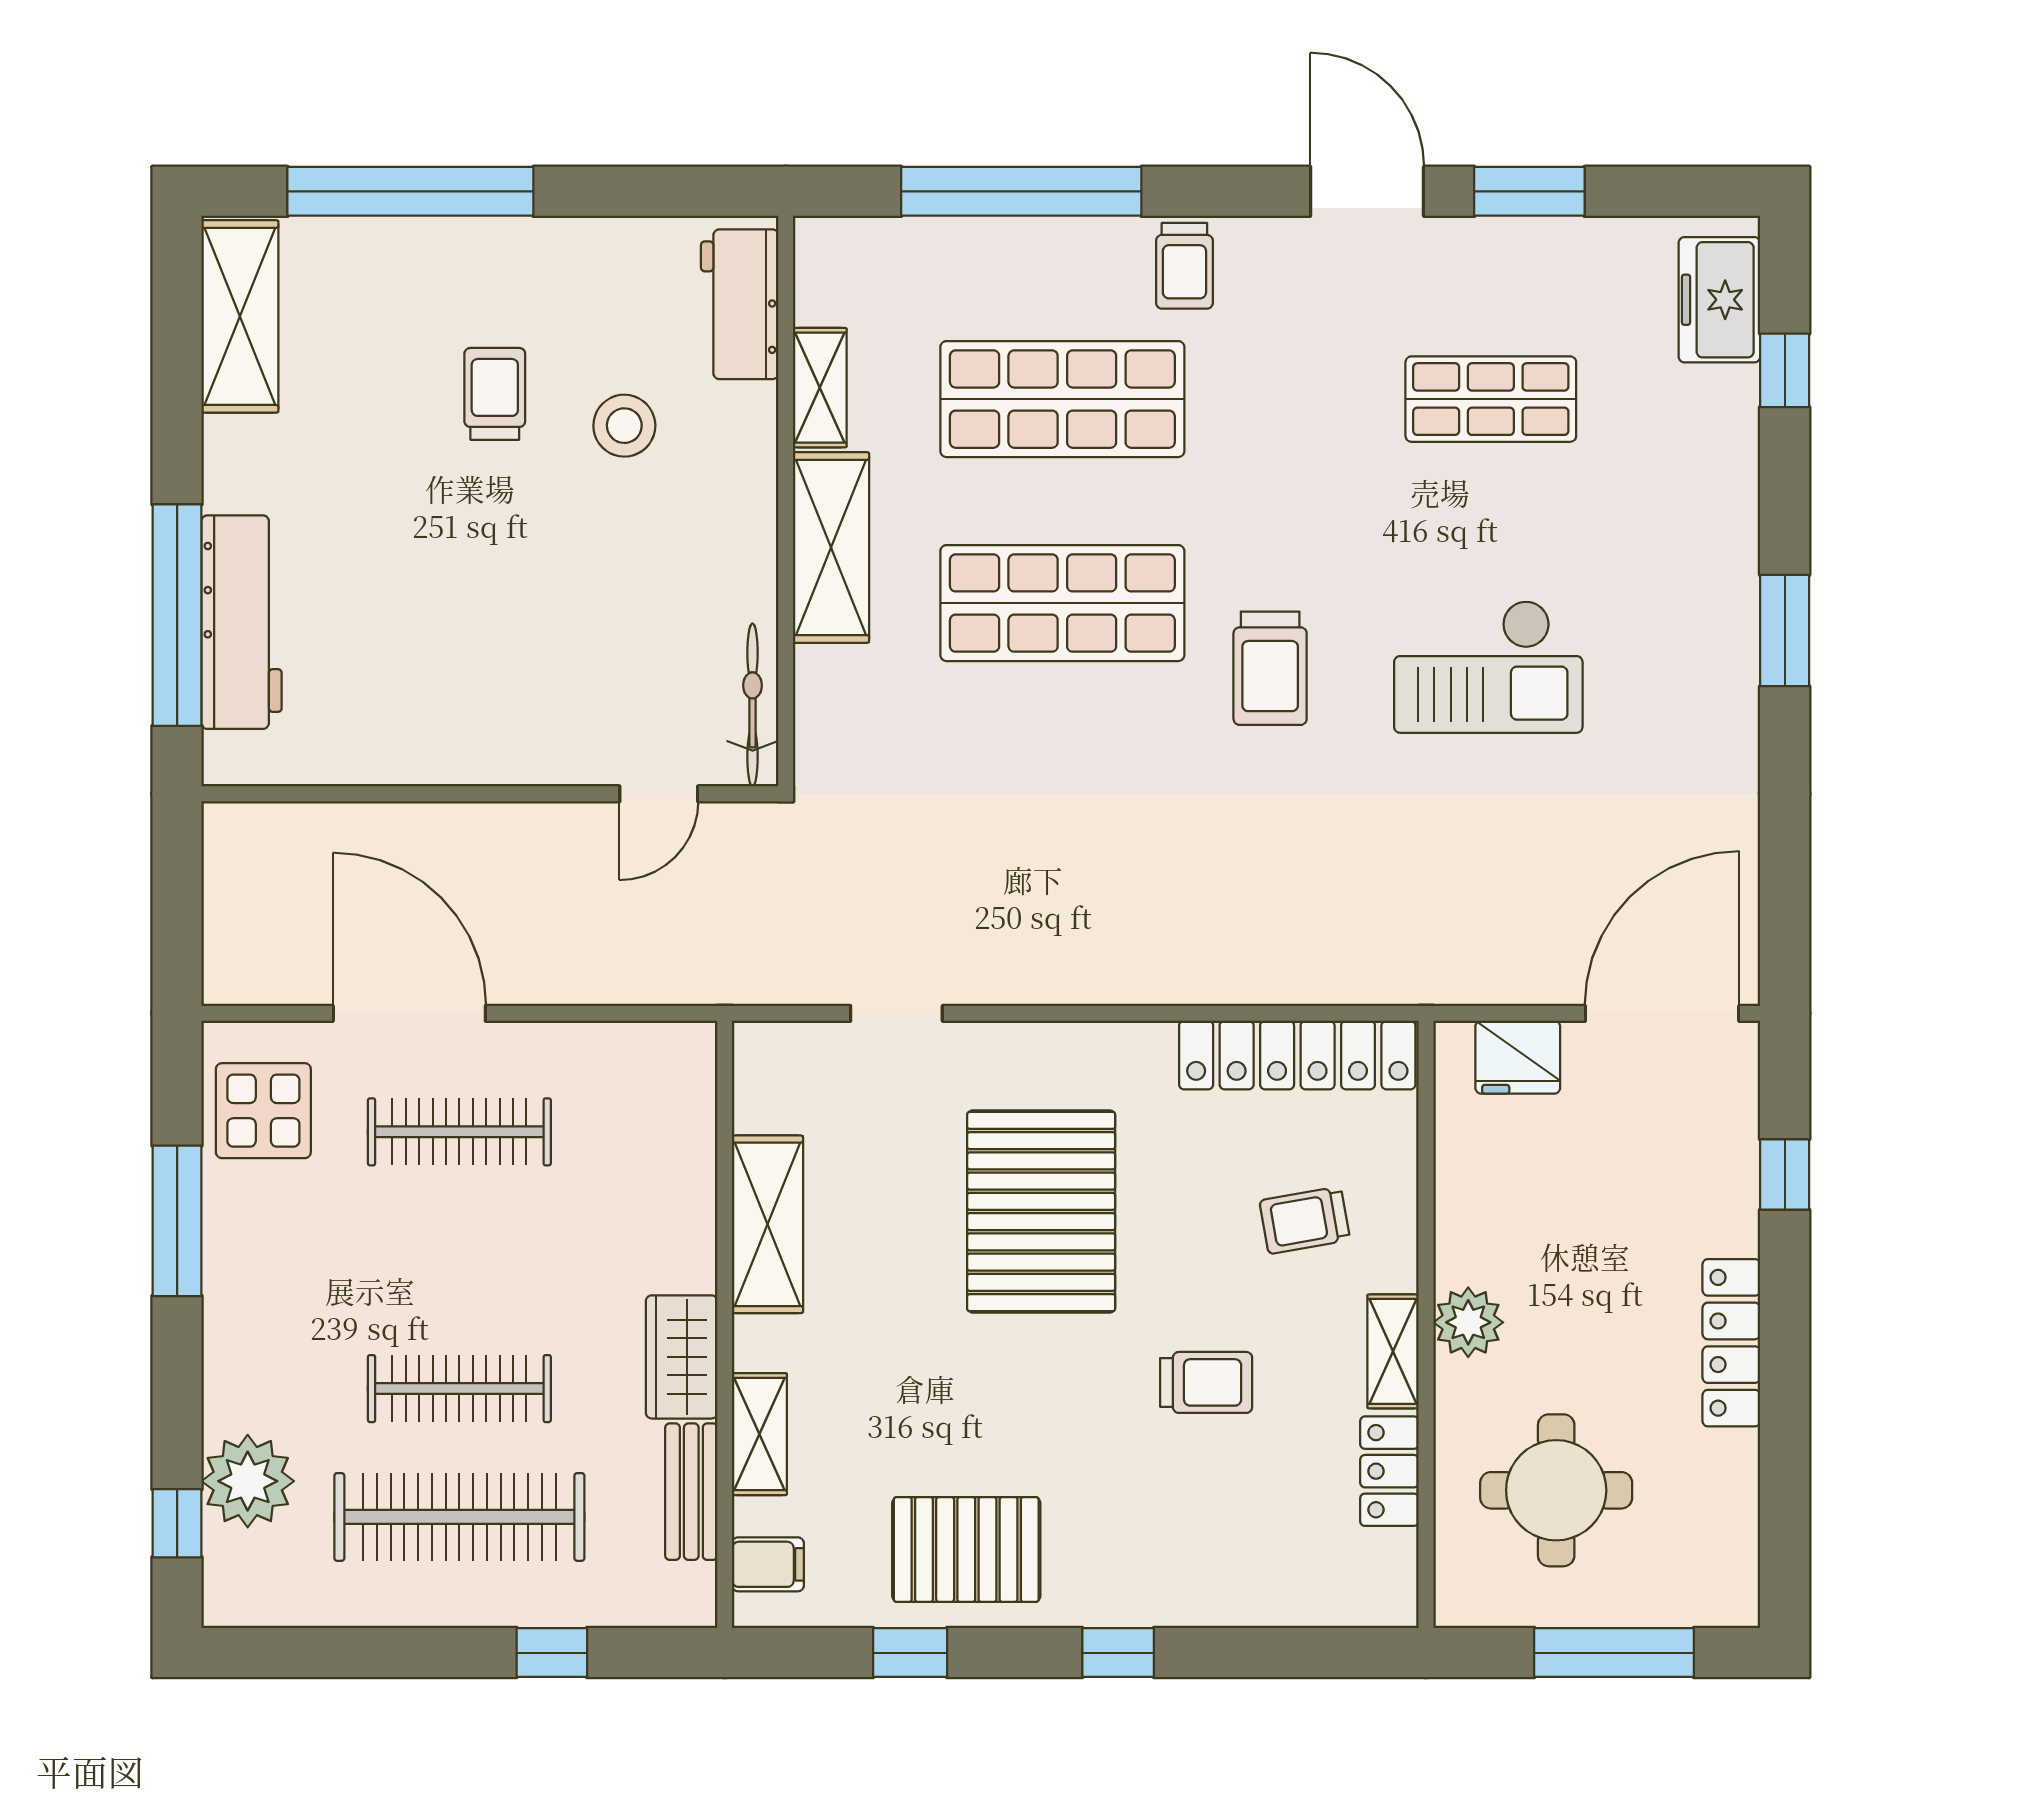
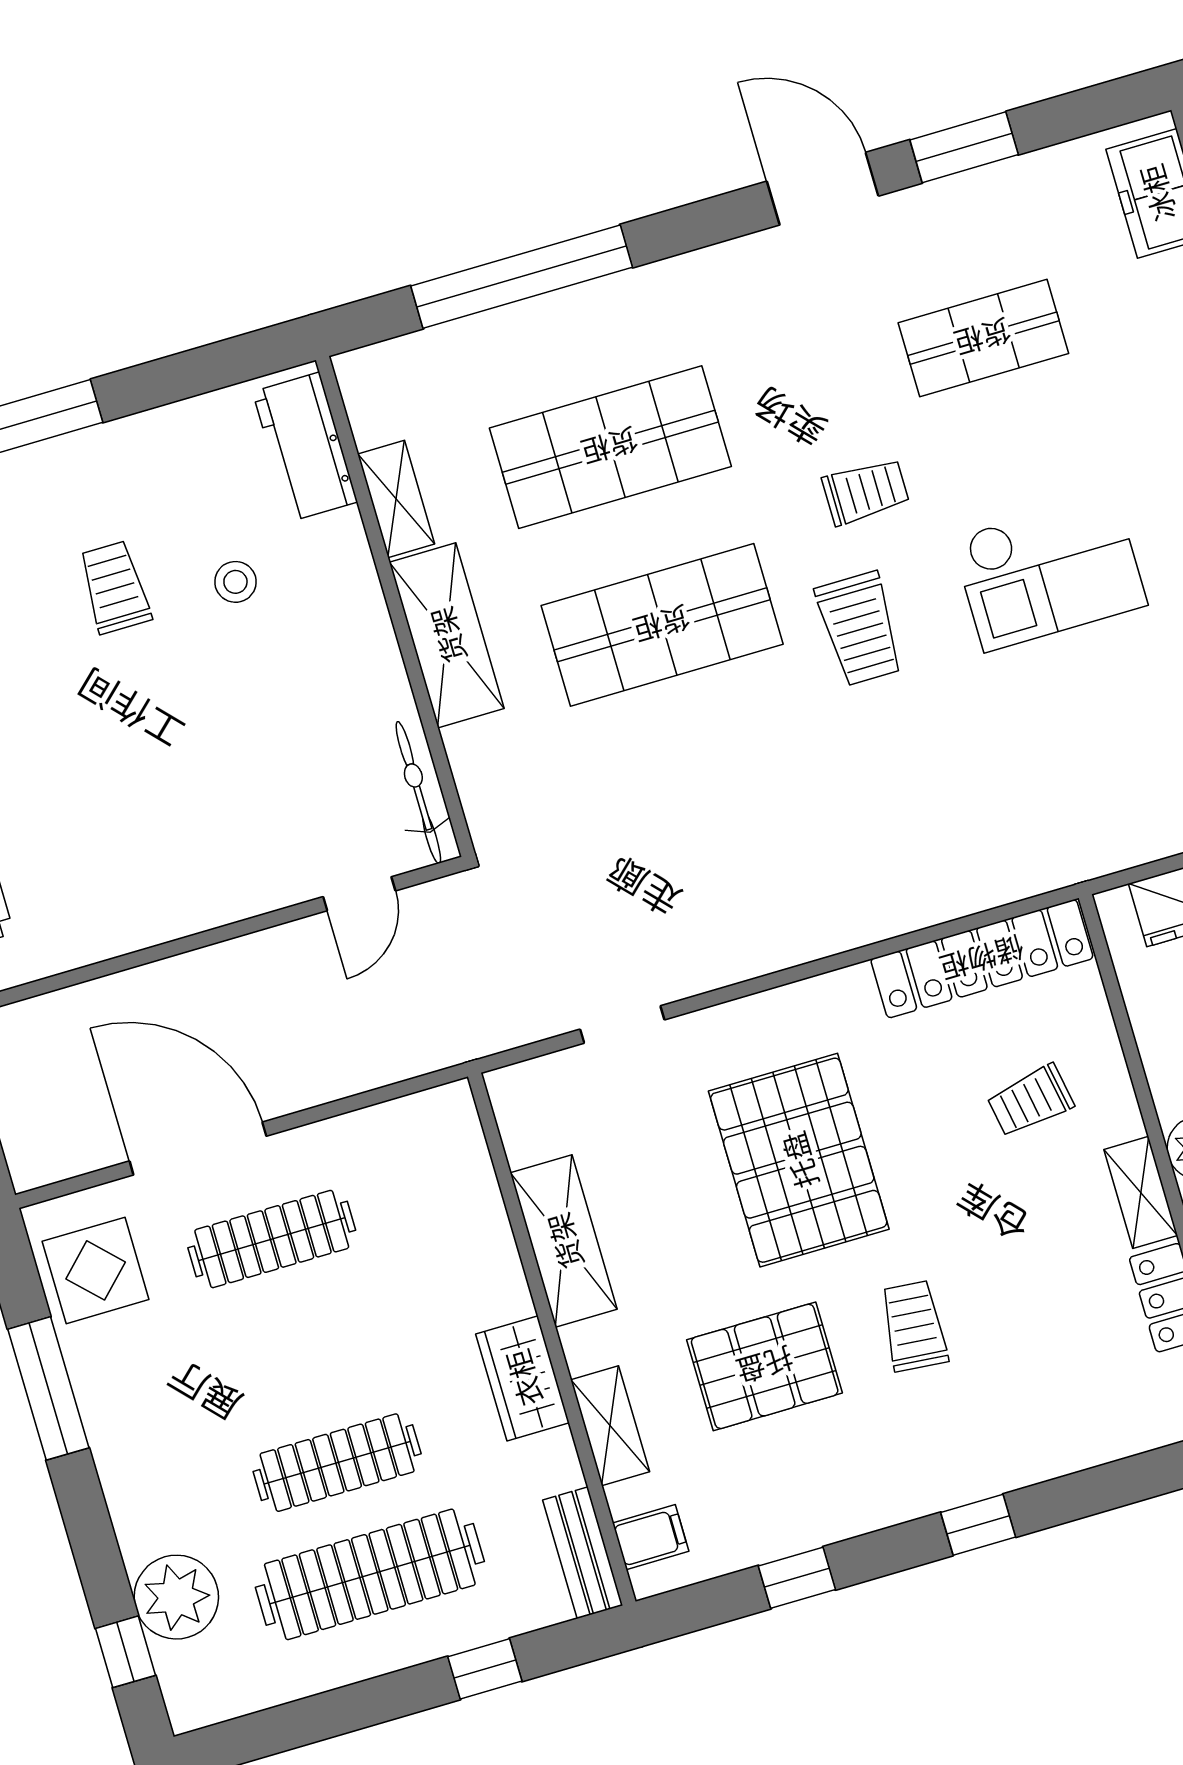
trolley: (1184, 266) -> (866, 491), moved, turned -90
stool: (624, 426) -> (235, 582), width x0.73, depth x0.73
trolley: (1206, 1382) -> (914, 1326), moved, turned -85
bench: (691, 1492) -> (583, 1553), moved
pallet: (966, 1549) -> (765, 1366), moved

